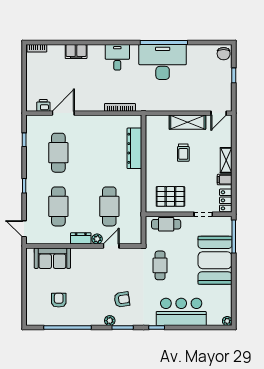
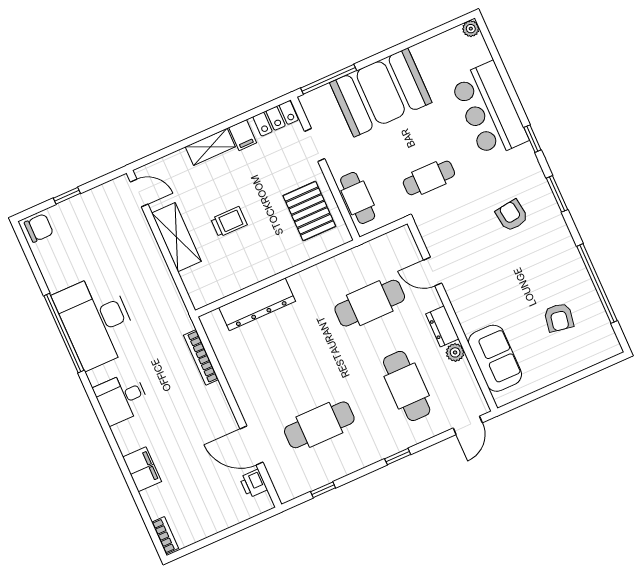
cafe table: (58, 206) -> (407, 386), turned 90
plant: (97, 239) -> (455, 352), moved
armchair: (59, 300) -> (559, 318), turned -80
plant: (110, 321) -> (555, 220), removed

